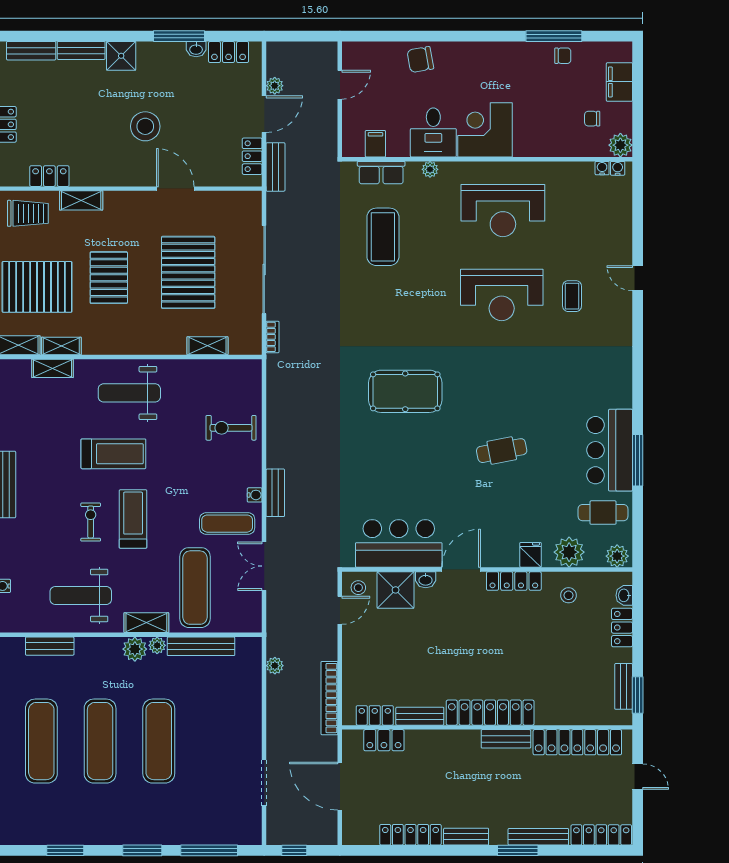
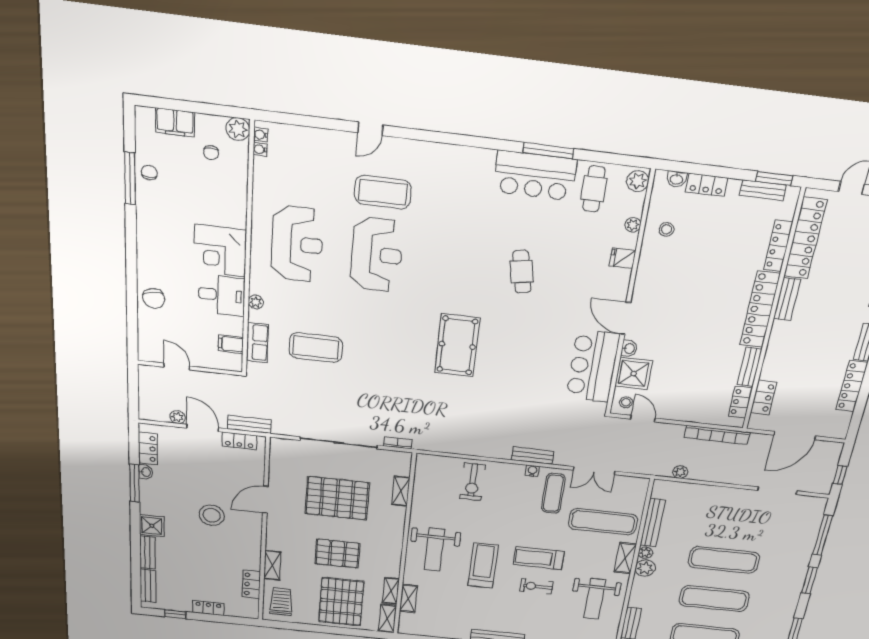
coffee table: (572, 296) -> (383, 192), width x1.86, depth x1.72
plant: (569, 552) -> (633, 225), width x0.53, depth x0.53
locker: (514, 581) -> (778, 246), moved, turned 180

